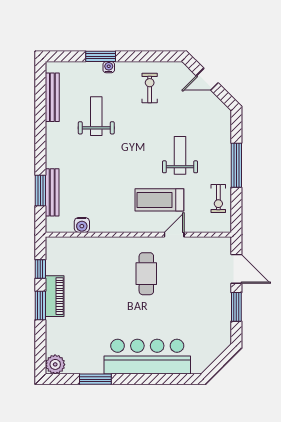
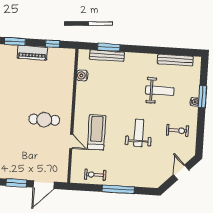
weight bench: (180, 155) -> (139, 133), moved, turned -90
window: (40, 305) -> (15, 41), moved

